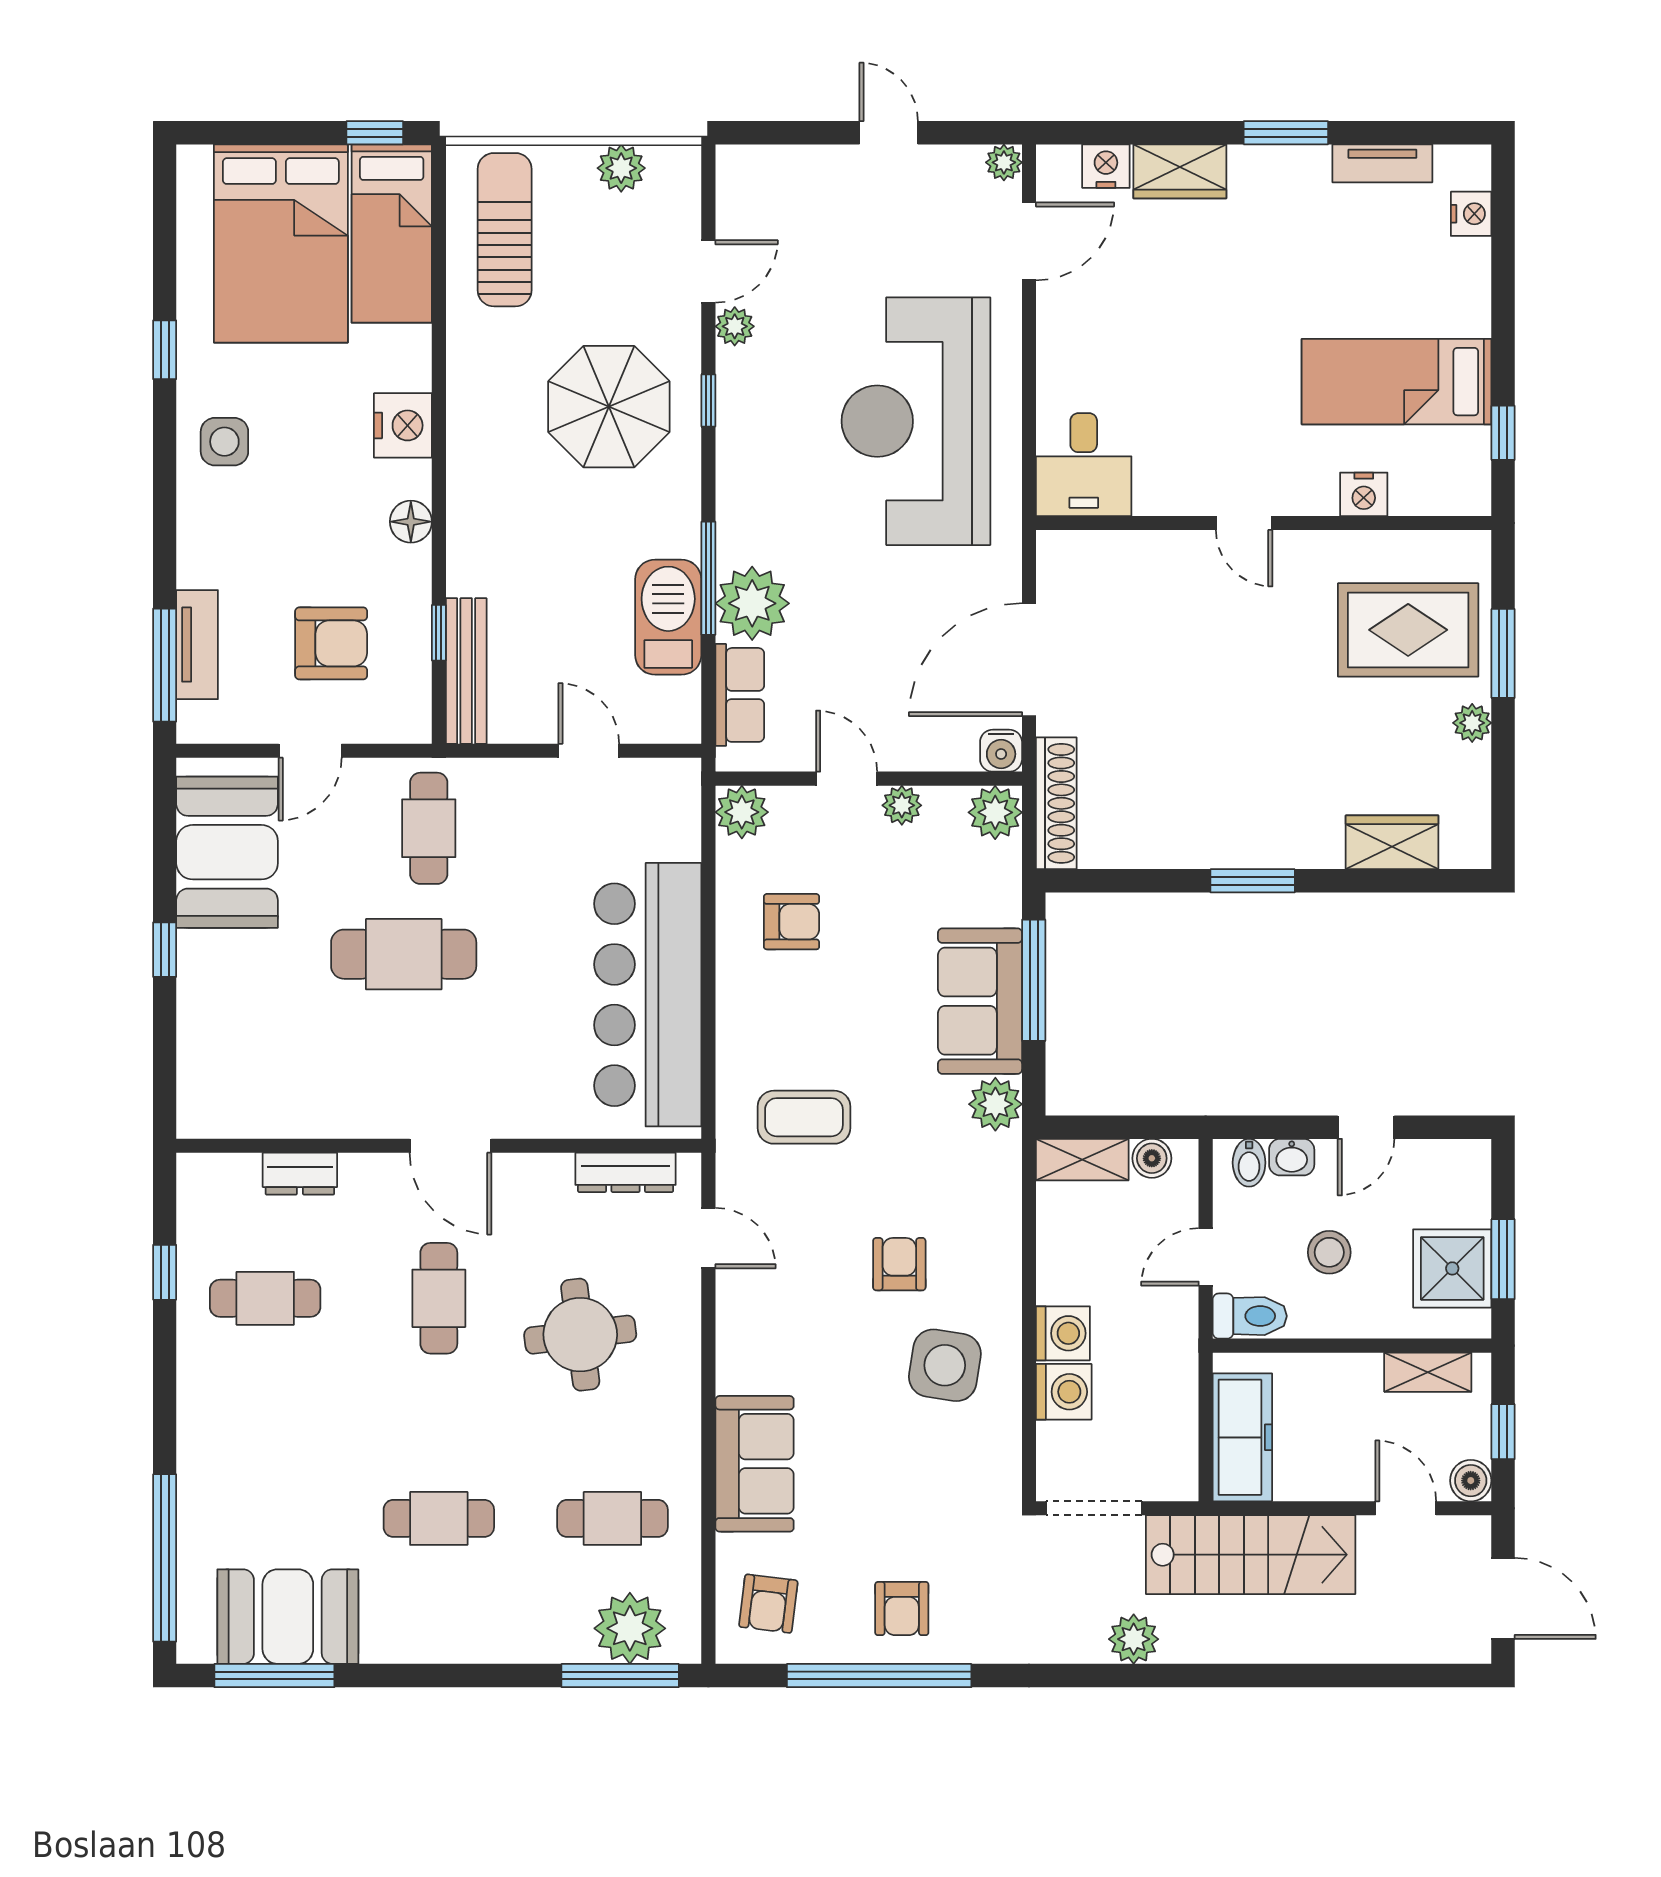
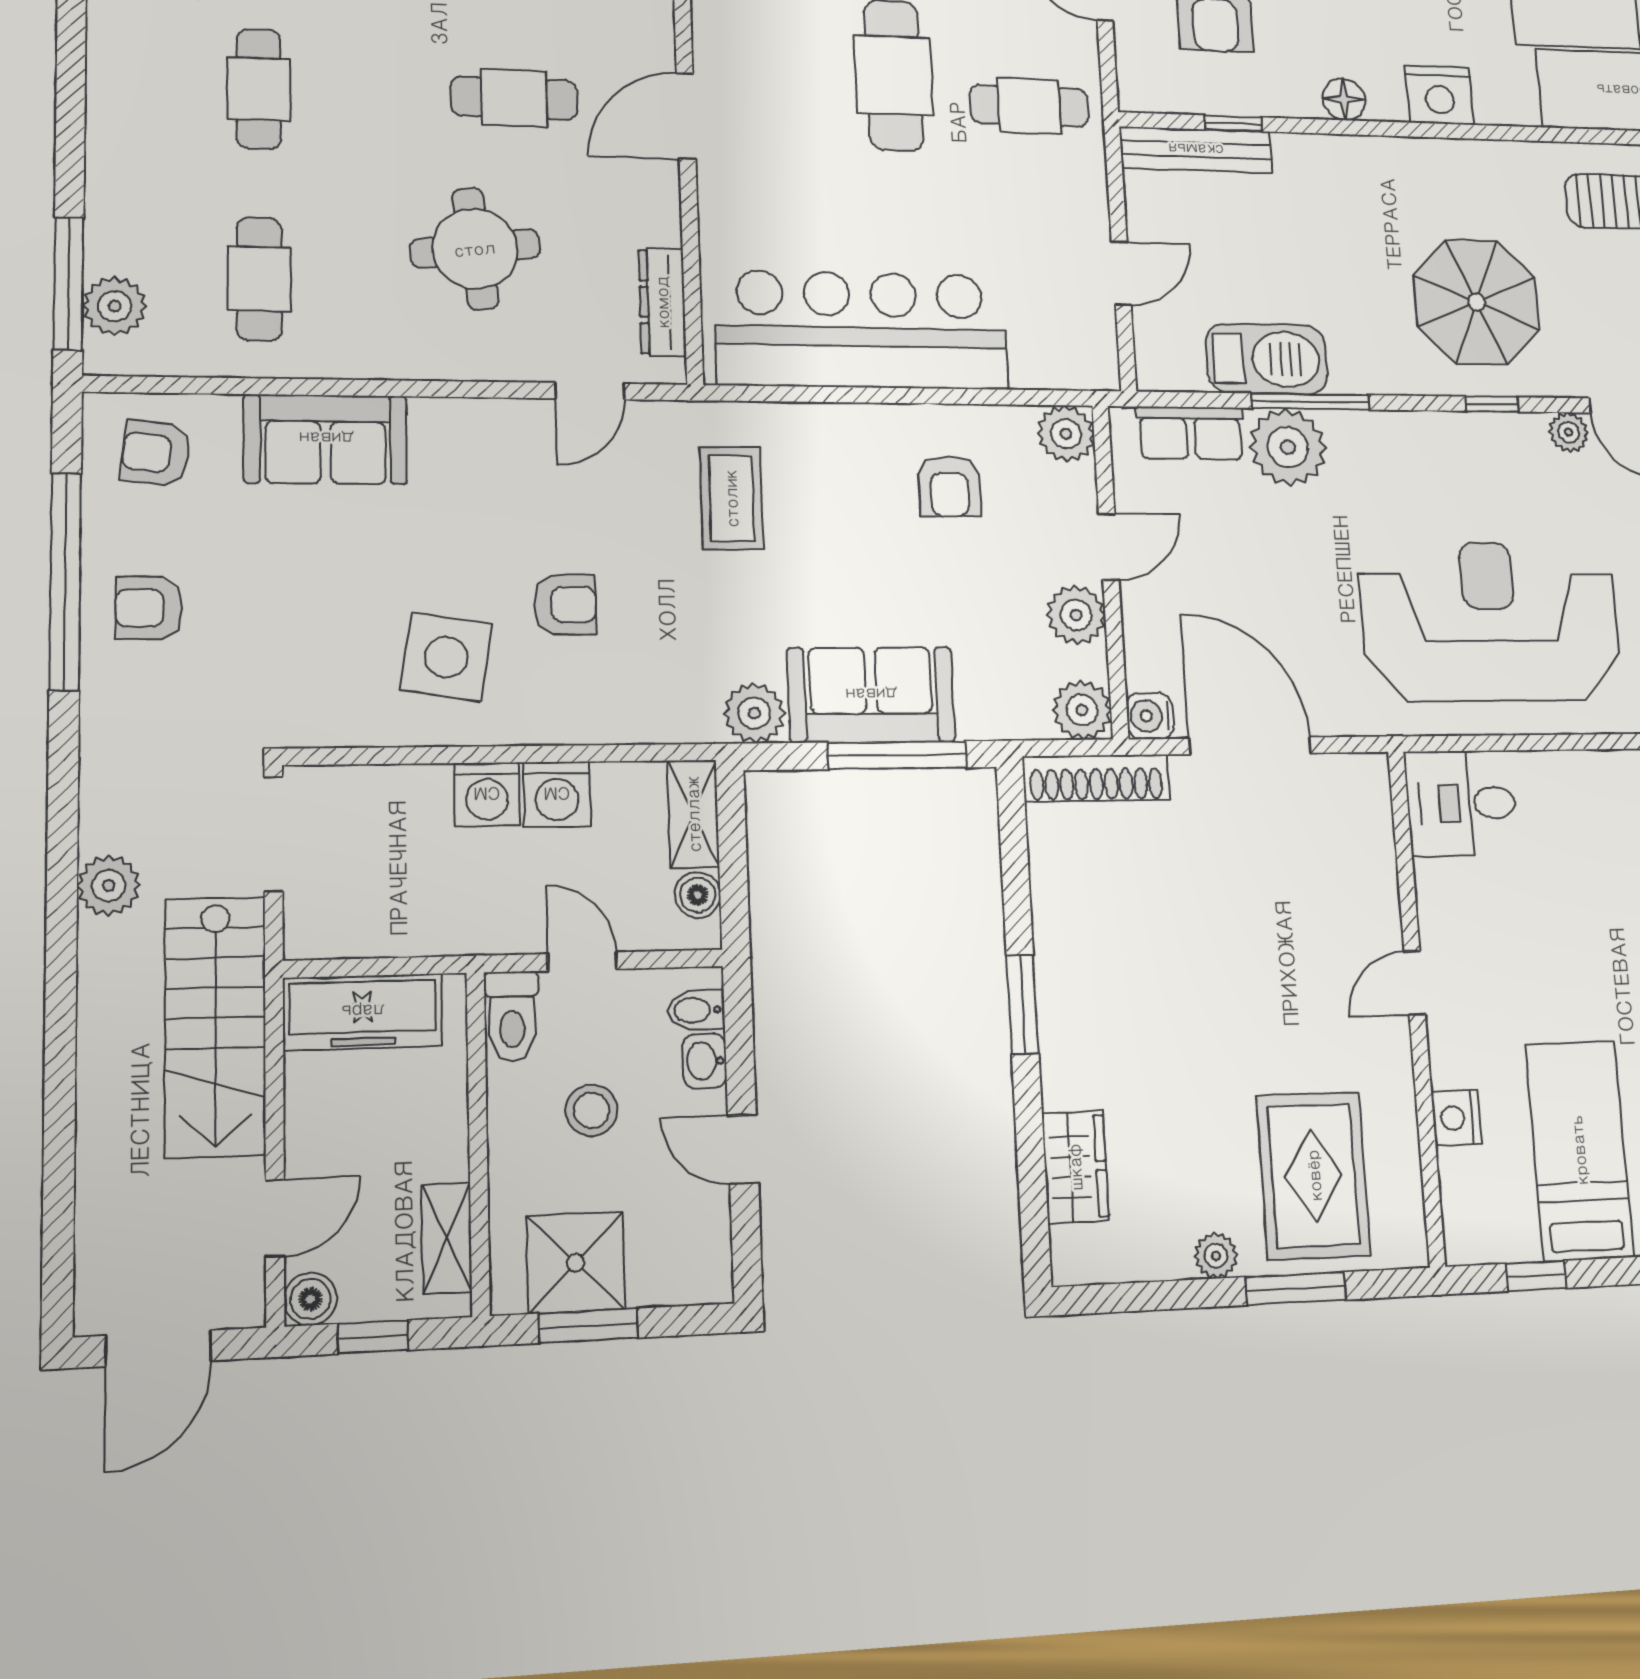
plant: (902, 805) -> (1076, 615), width x1.38, depth x1.38
washing machine: (1064, 1392) -> (557, 794), moved
plant: (630, 1628) -> (115, 306), width x0.73, depth x0.73

